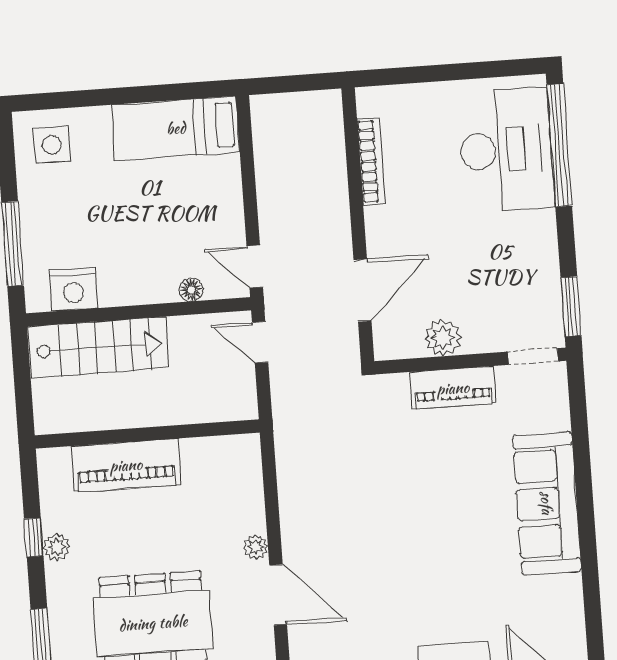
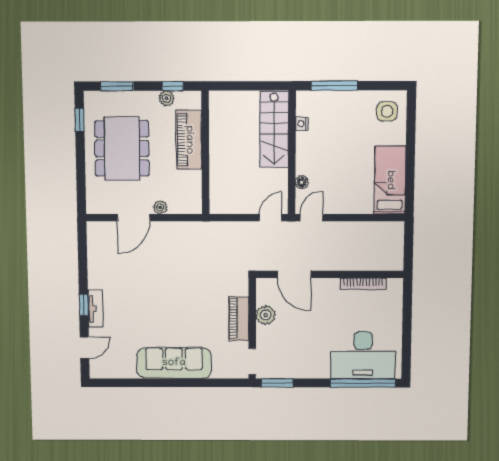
nightstand: (73, 289) -> (302, 124), width x0.53, depth x0.56
wall: (147, 434) -> (205, 153), moved
piano: (126, 465) -> (189, 140), moved

